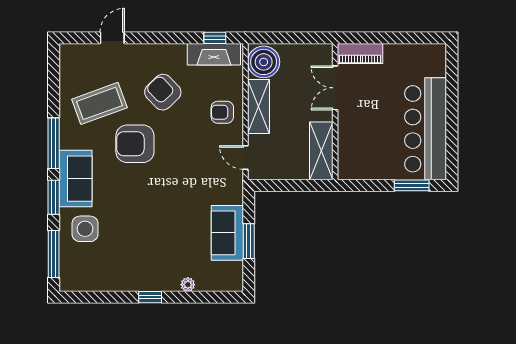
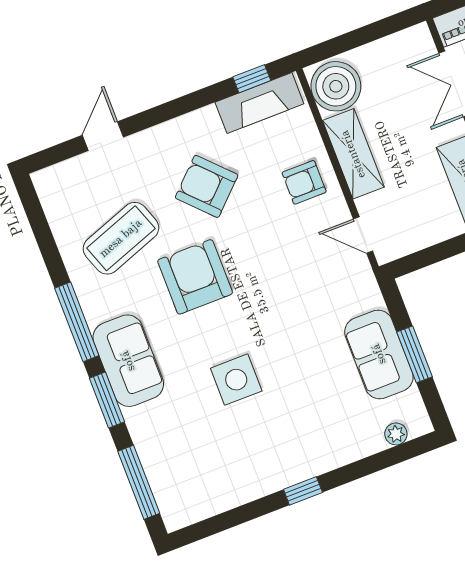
armchair: (135, 144) -> (195, 277), turned 90
side table: (85, 229) -> (236, 380), moved
plant: (188, 285) -> (396, 434), moved

